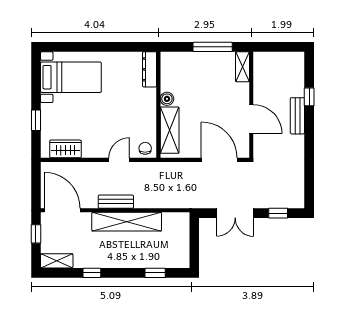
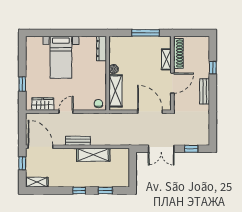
shelving: (242, 67) -> (166, 59), moved
bed with nightstands: (71, 77) -> (61, 57), moved, turned 90
shoe rack: (260, 77) -> (178, 54), added
bench: (297, 116) -> (205, 91), moved
door: (251, 119) -> (172, 83), hinge flipped
door: (119, 160) -> (66, 112), moved
shelving: (127, 222) -> (93, 155), width x0.68
window: (92, 273) -> (79, 190), moved

